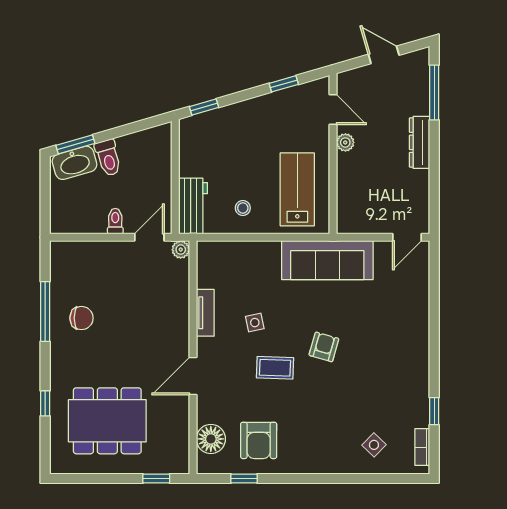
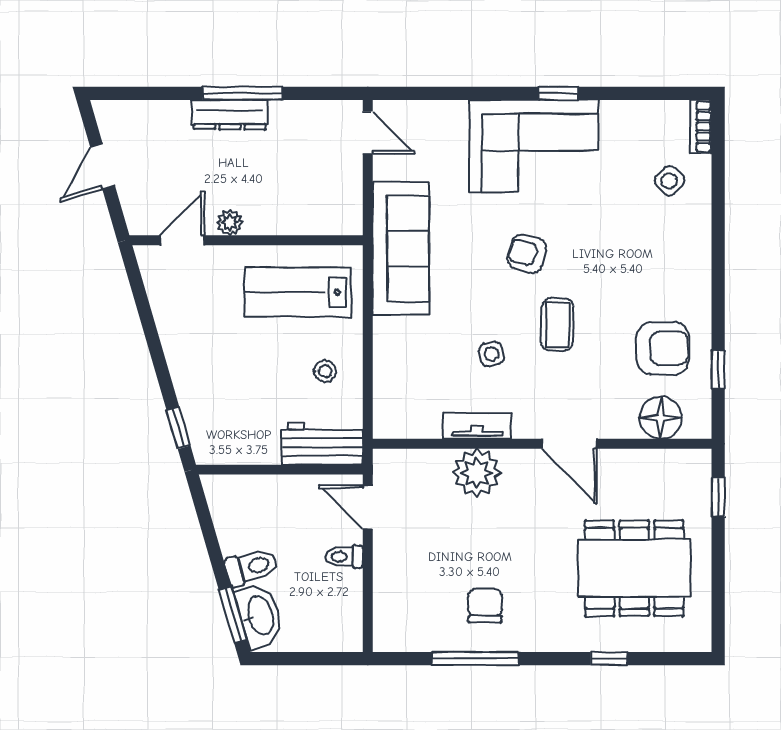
window: (284, 84) -> (145, 312), removed
window: (434, 92) -> (243, 93), moved
plant: (181, 250) -> (477, 473), moved, width x1.88, depth x1.88
corner sofa: (398, 352) -> (534, 146), added
window: (434, 411) -> (558, 93), moved
dining table: (107, 421) -> (634, 568), turned 90
bookcase: (422, 447) -> (701, 127), moved, turned 90

